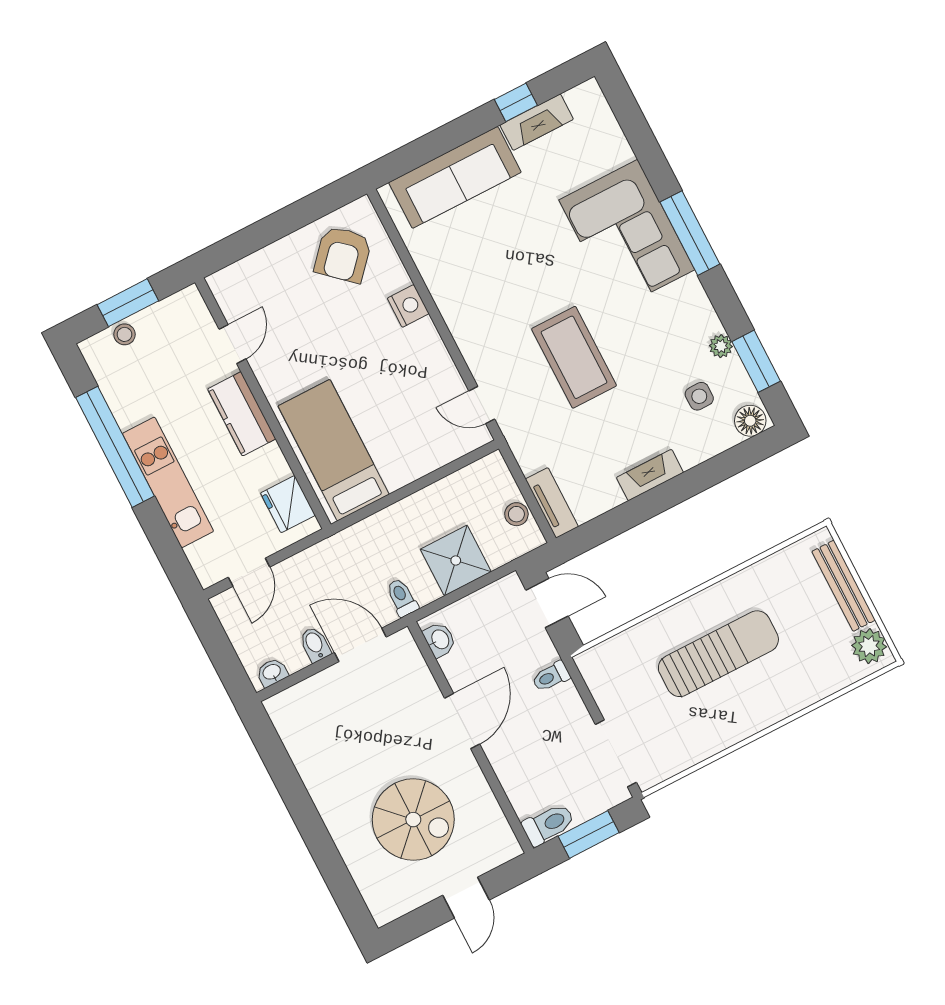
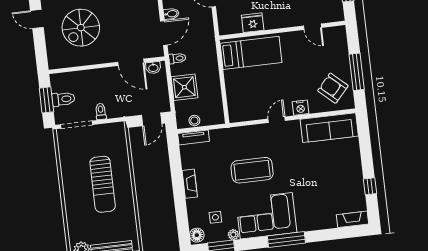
fireplace: (537, 122) -> (353, 219), moved, turned 90
sofa: (455, 177) -> (329, 128), moved, turned -90
window: (291, 218) -> (357, 72), added
corner sofa: (627, 235) -> (266, 216), moved
door: (482, 405) -> (277, 120), moved
kitchen counter: (242, 414) -> (281, 20), removed
fridge: (288, 504) -> (253, 23), moved
toilet: (551, 677) -> (101, 111), moved
door: (462, 721) -> (131, 62), moved
toilet: (548, 824) -> (63, 99), moved, turned -90
door: (466, 898) -> (37, 19), moved

